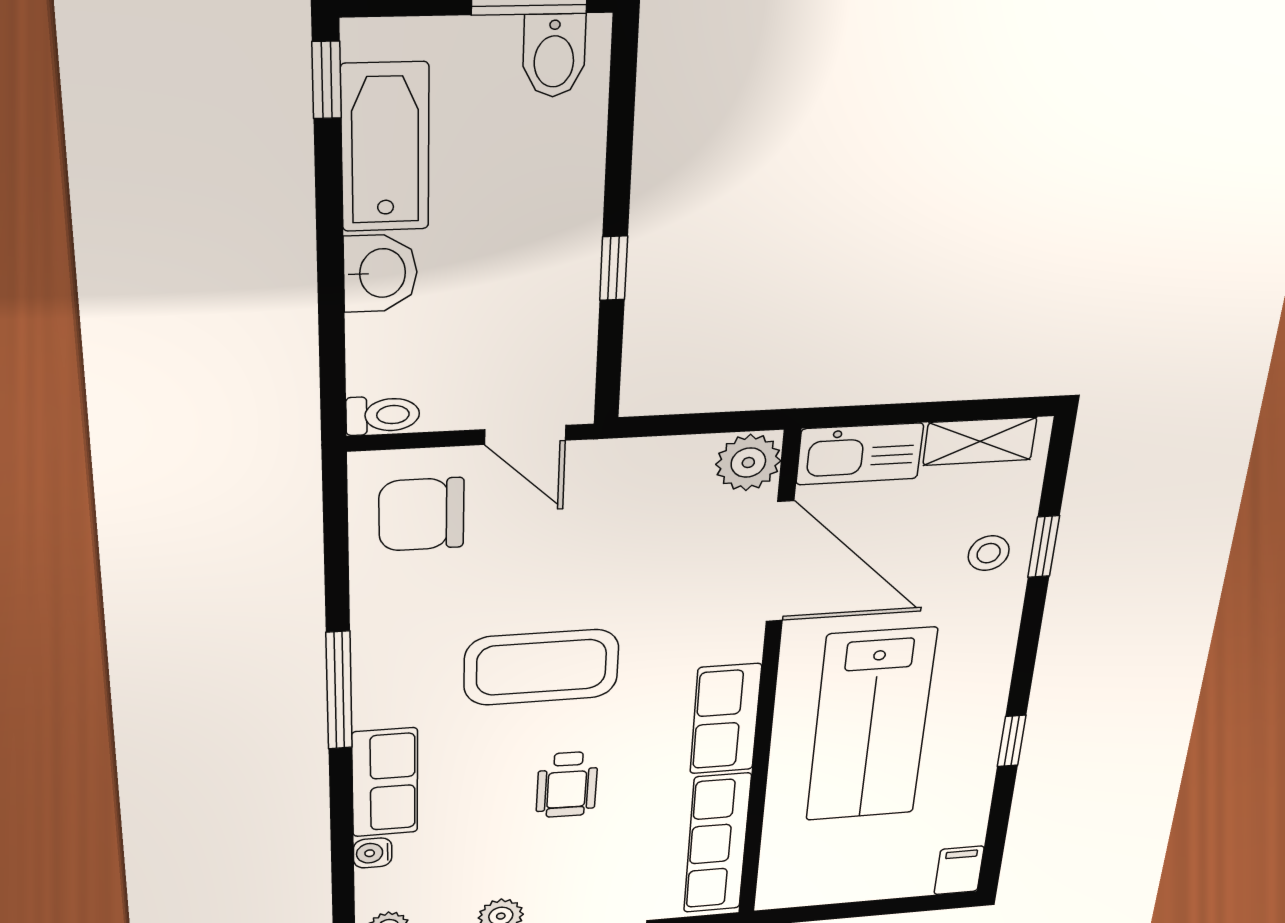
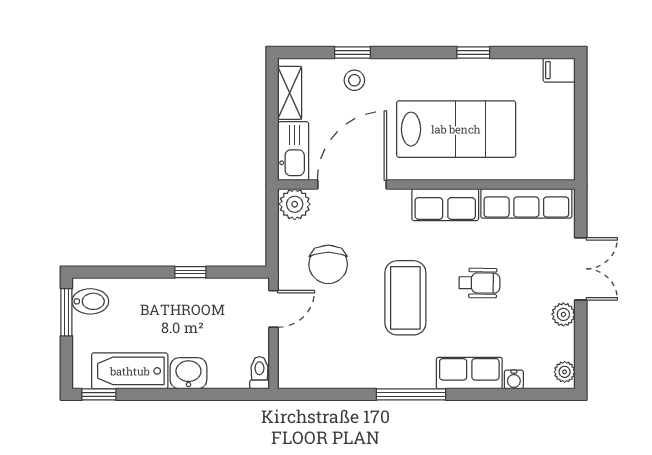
chair: (421, 514) -> (328, 264), moved

